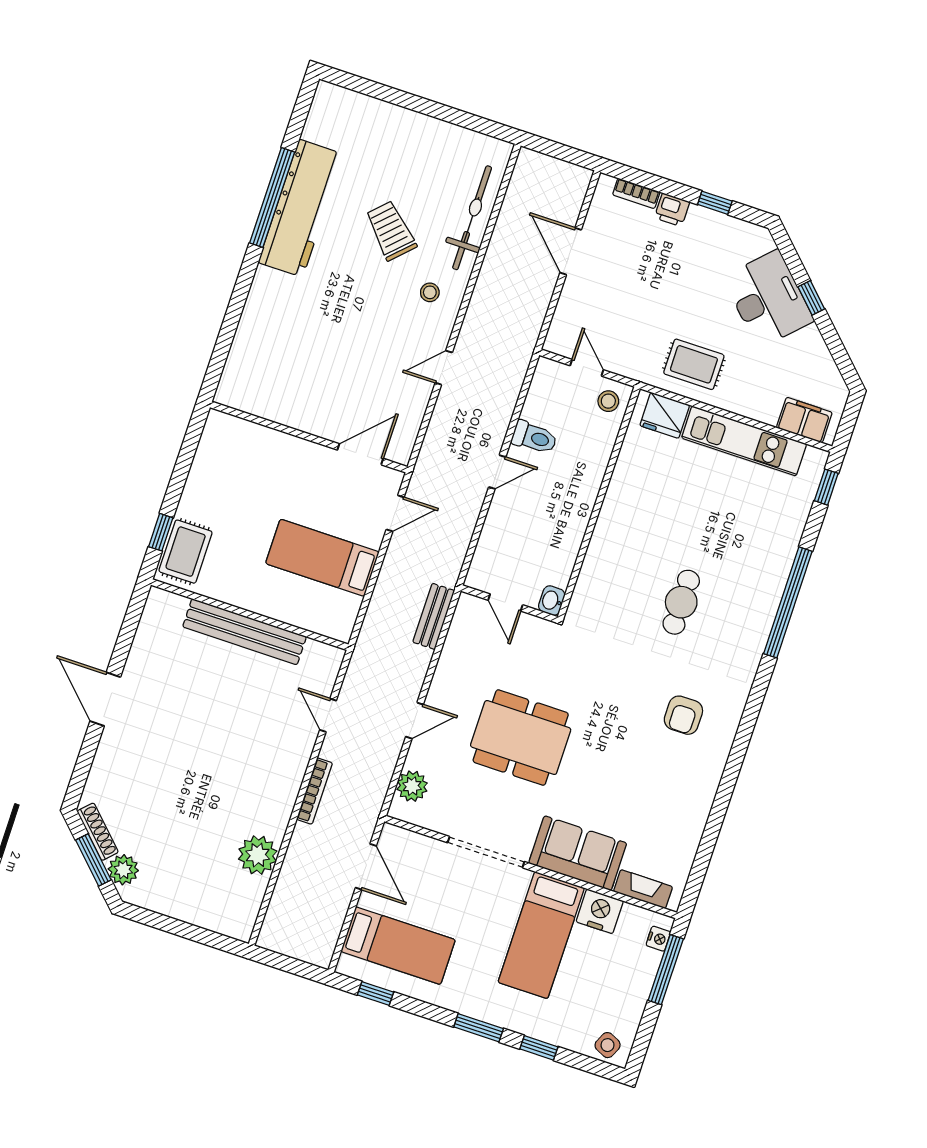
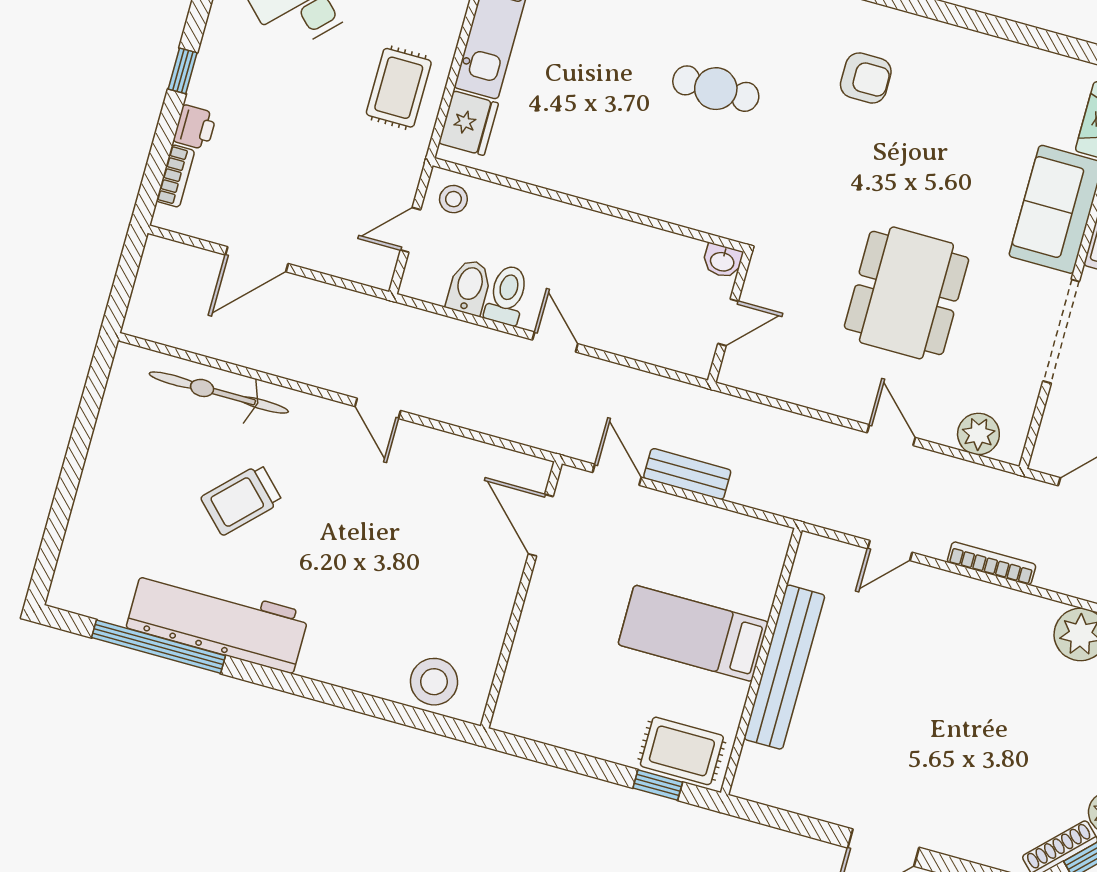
window: (272, 197) -> (159, 647), moved
stool: (430, 292) -> (434, 682), moved, width x1.89, depth x1.89
door: (444, 368) -> (378, 408), moved
bidet: (542, 410) -> (469, 287), added
bed: (322, 558) -> (693, 633), moved, turned 90
bench: (434, 616) -> (687, 474), moved

